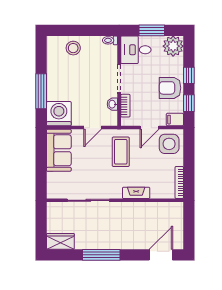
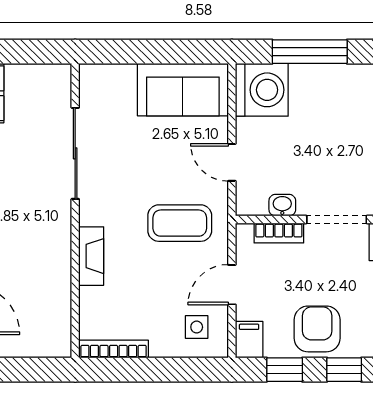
door: (149, 128) -> (232, 285), hinge flipped
side table: (169, 144) -> (197, 327), width x0.54, depth x0.54

